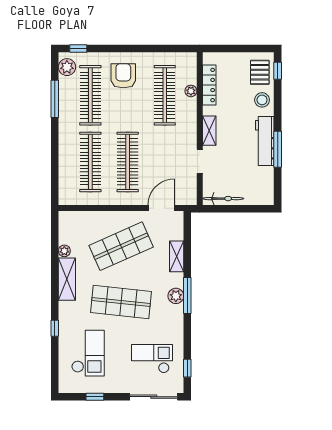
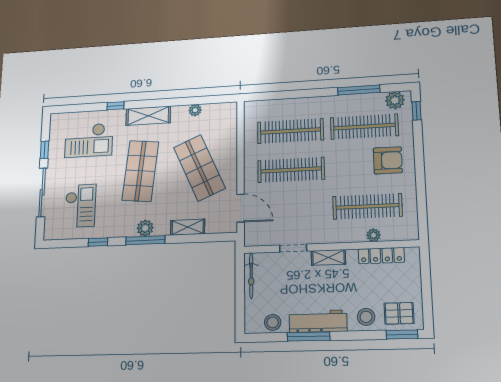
window: (278, 71) -> (402, 334), width x1.50
stool: (265, 180) -> (273, 322), added
shelving: (67, 279) -> (148, 116), moved
window: (187, 368) -> (98, 242), moved
sliding door: (154, 397) -> (42, 192), moved

